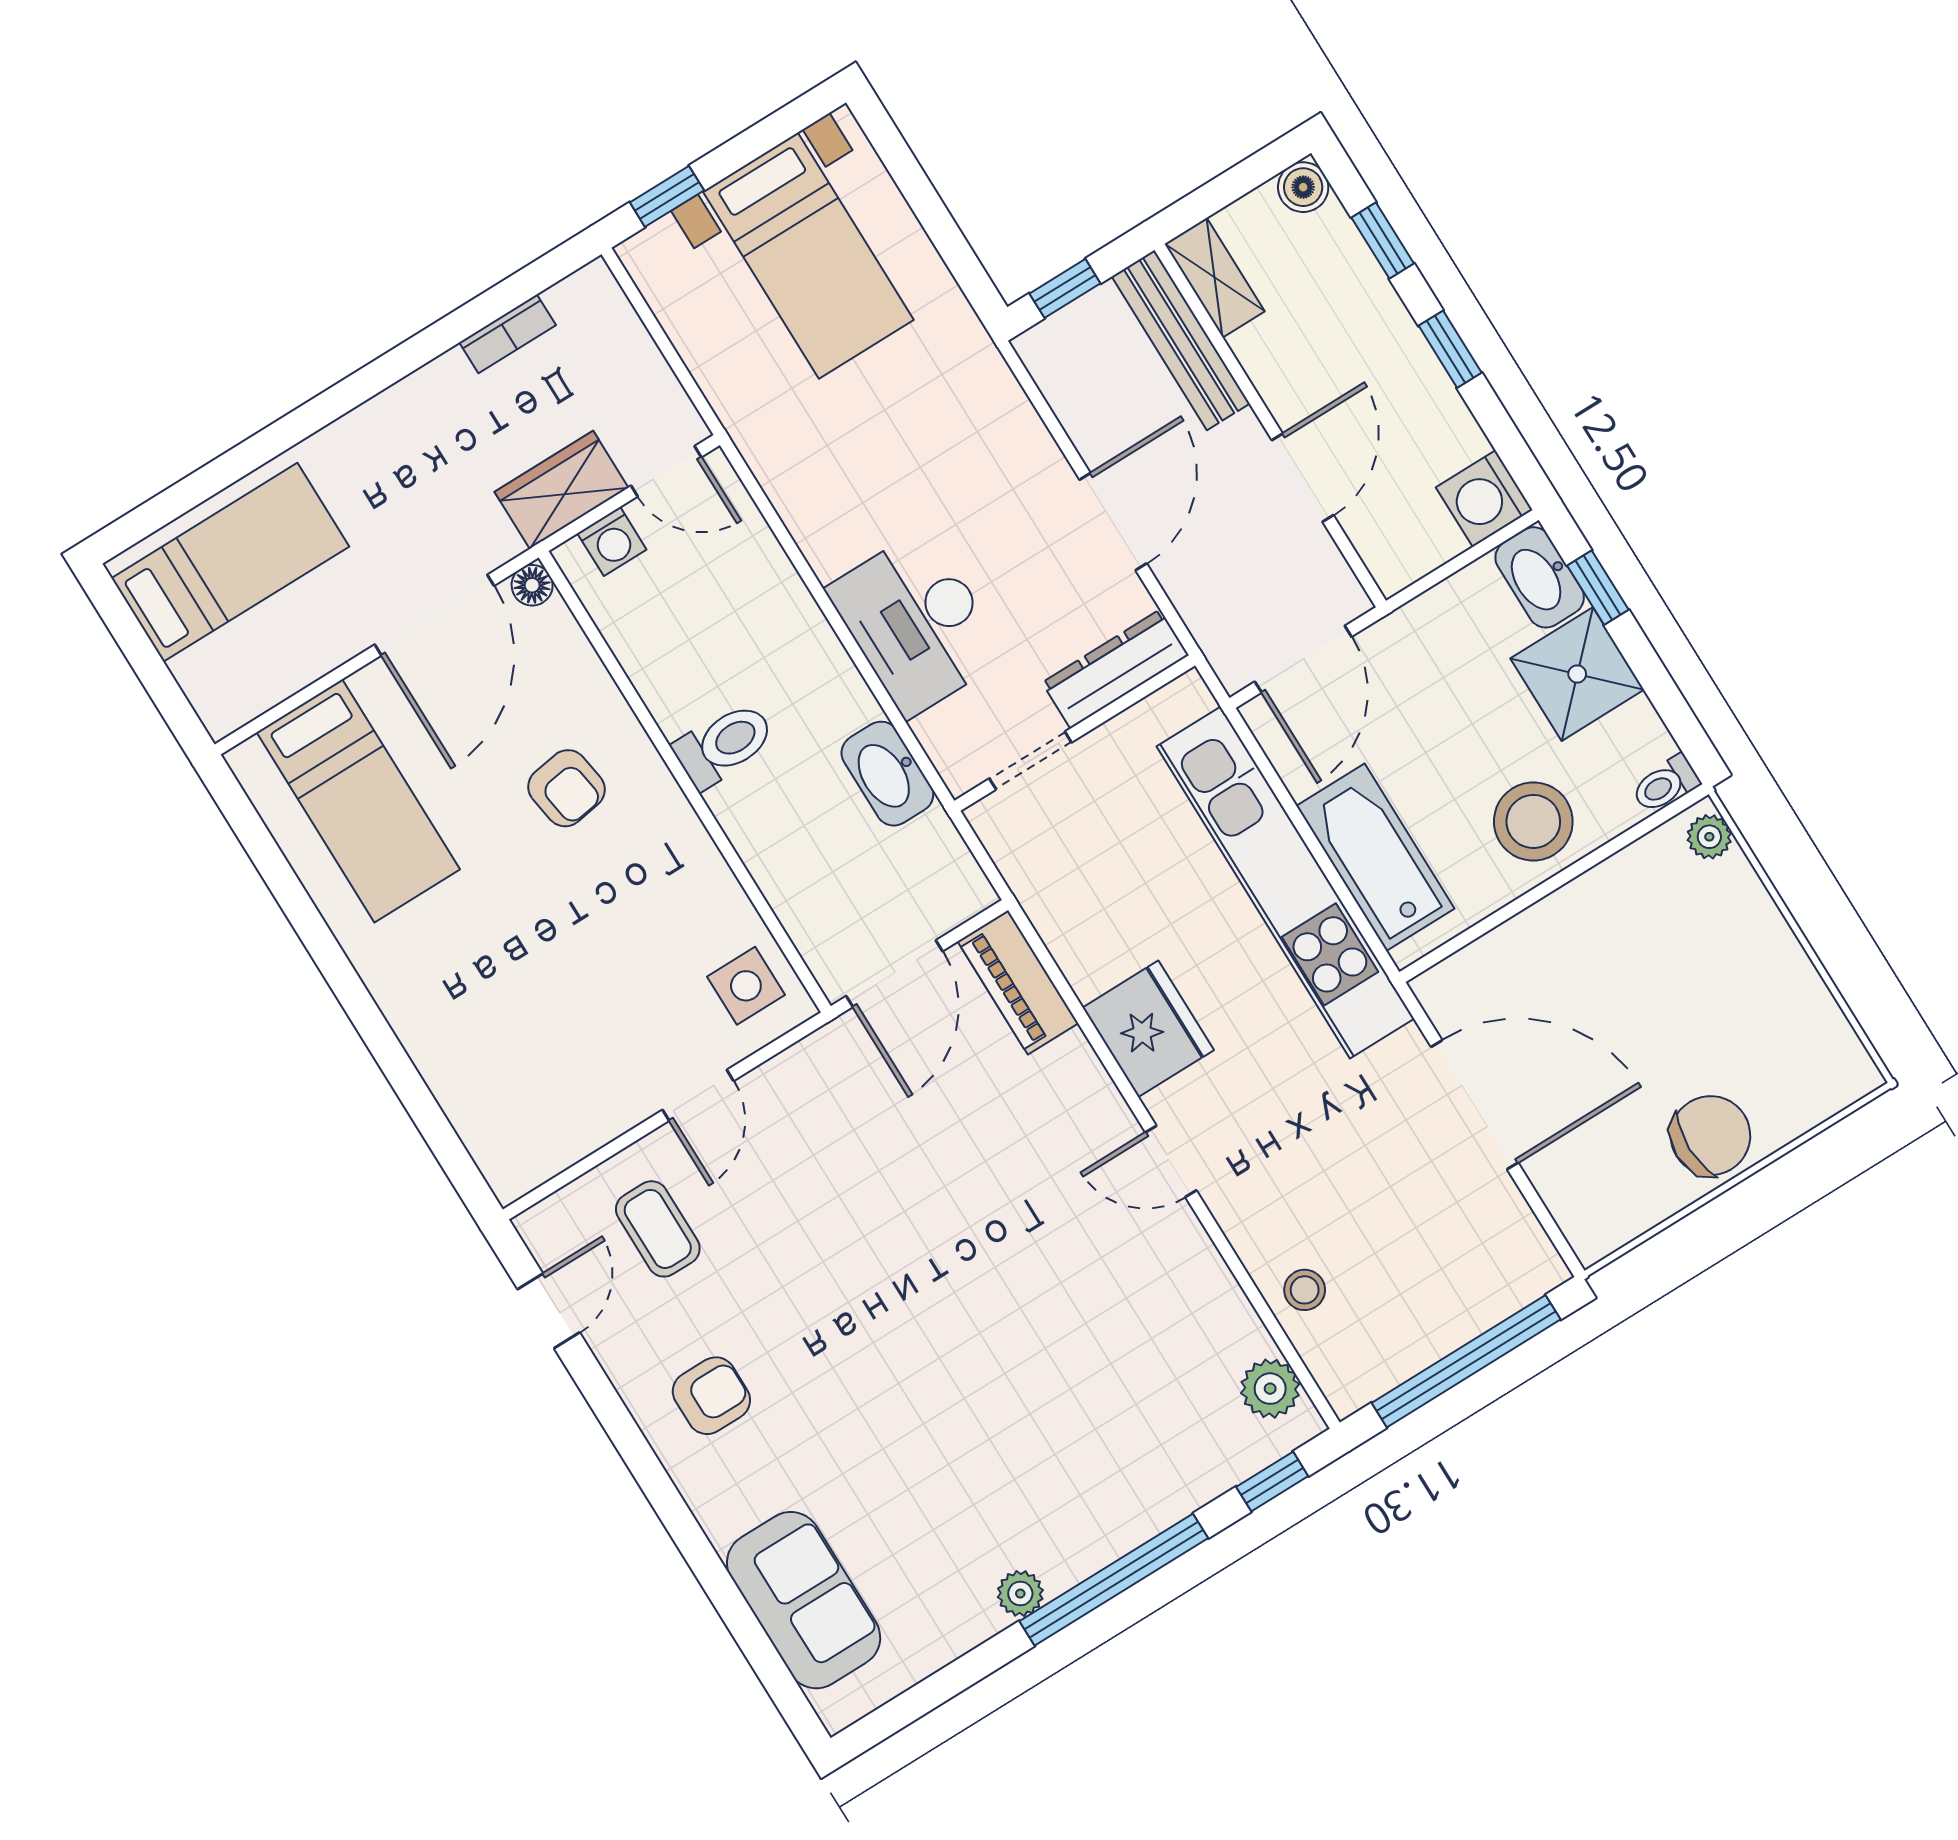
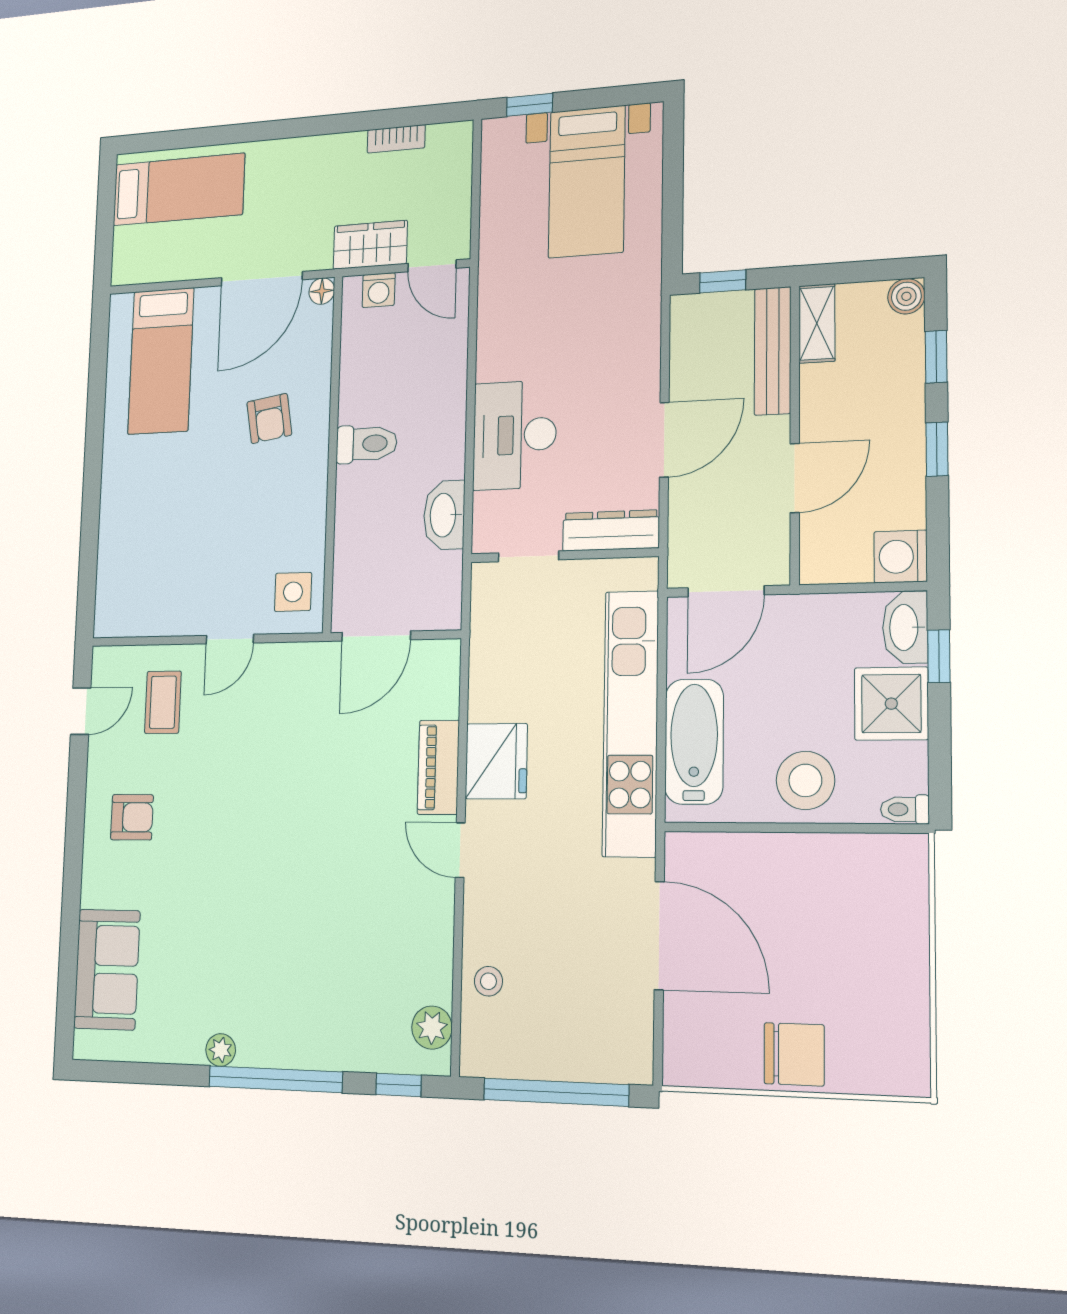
plant: (1709, 837) -> (912, 861), removed
piano: (1018, 982) -> (438, 767), moved

